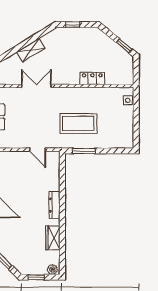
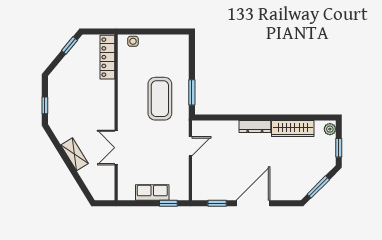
locker: (92, 78) -> (107, 57), moved, width x1.53
wardrobe: (53, 238) -> (293, 129), width x1.50

